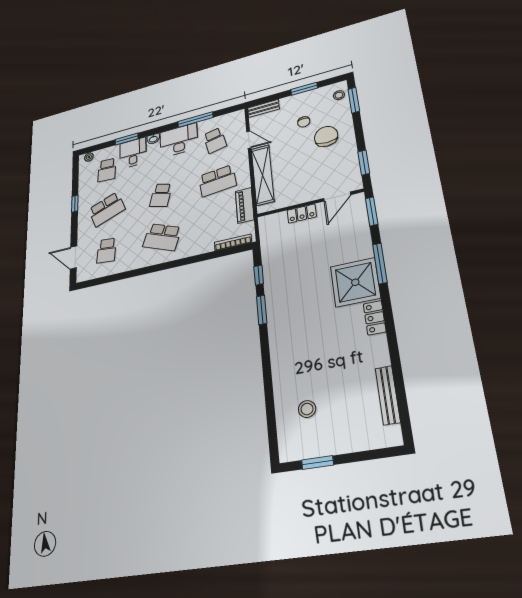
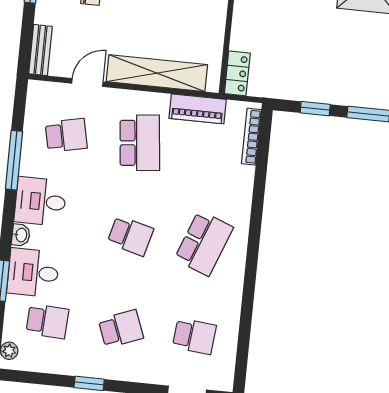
desk: (179, 140) -> (40, 201), width x0.73
school desk: (107, 209) -> (121, 329), width x0.54
locker: (302, 214) -> (237, 73), moved

